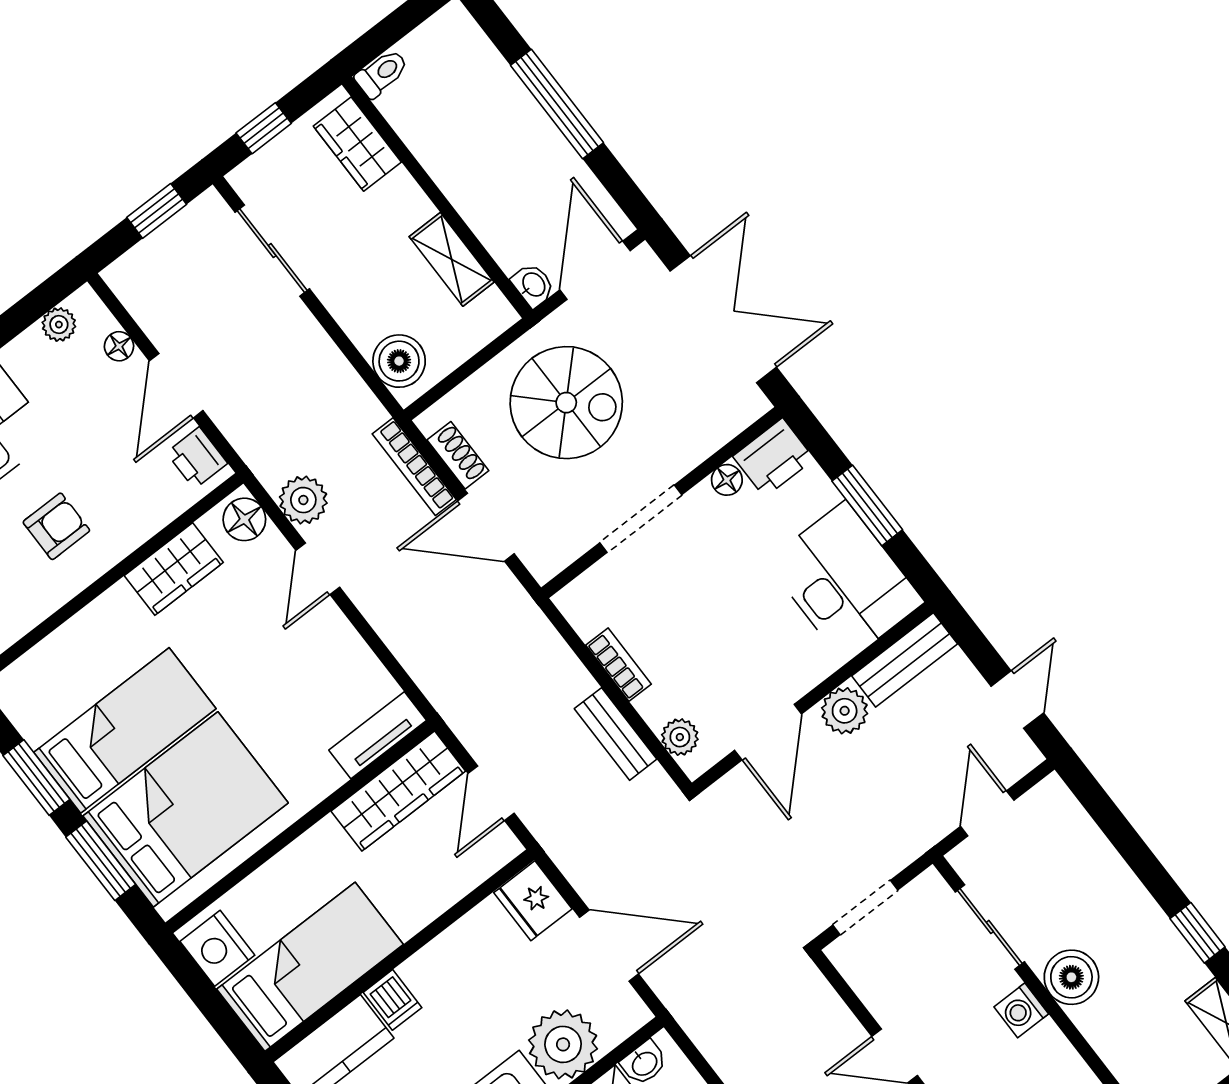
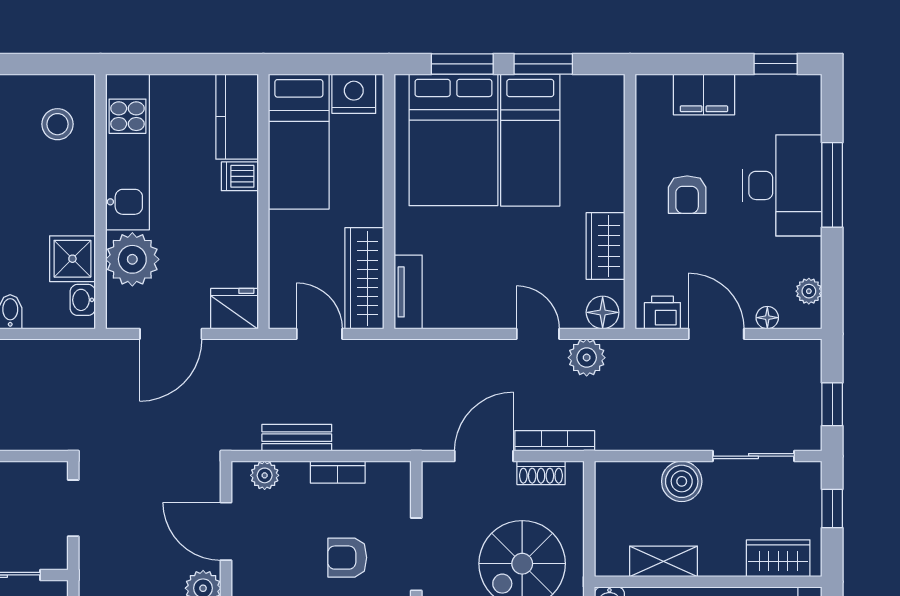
boiler: (399, 361) -> (682, 481), moved
armchair: (699, 587) -> (347, 558), added

